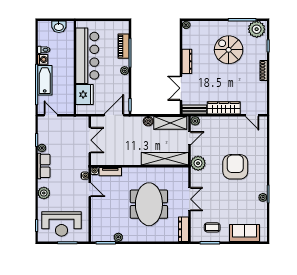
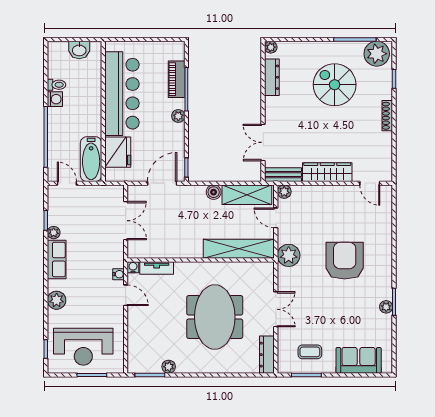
dresser: (187, 61) -> (272, 77), moved
bathtub: (45, 80) -> (91, 159), moved, turned 180
door: (190, 138) -> (276, 218), swing flipped

